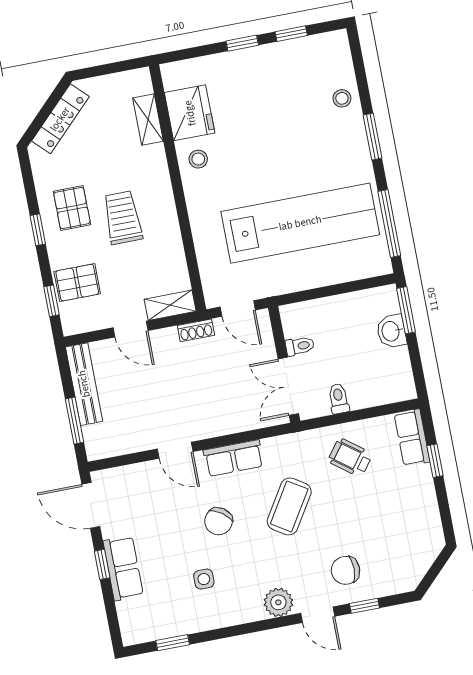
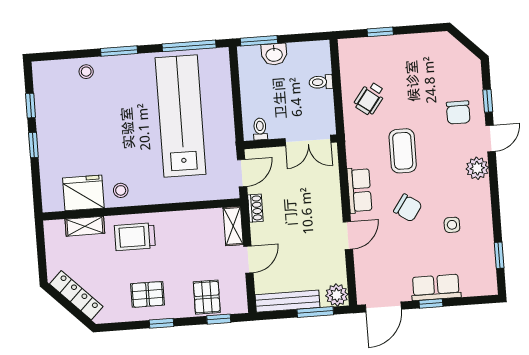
trolley: (123, 218) -> (135, 237), moved
toilet: (300, 346) -> (260, 129), moved
toilet: (339, 399) -> (321, 82), moved
row of seats: (412, 438) -> (360, 48), removed
plant: (99, 445) -> (337, 295), added
coffee table: (289, 506) -> (403, 151), turned 58

